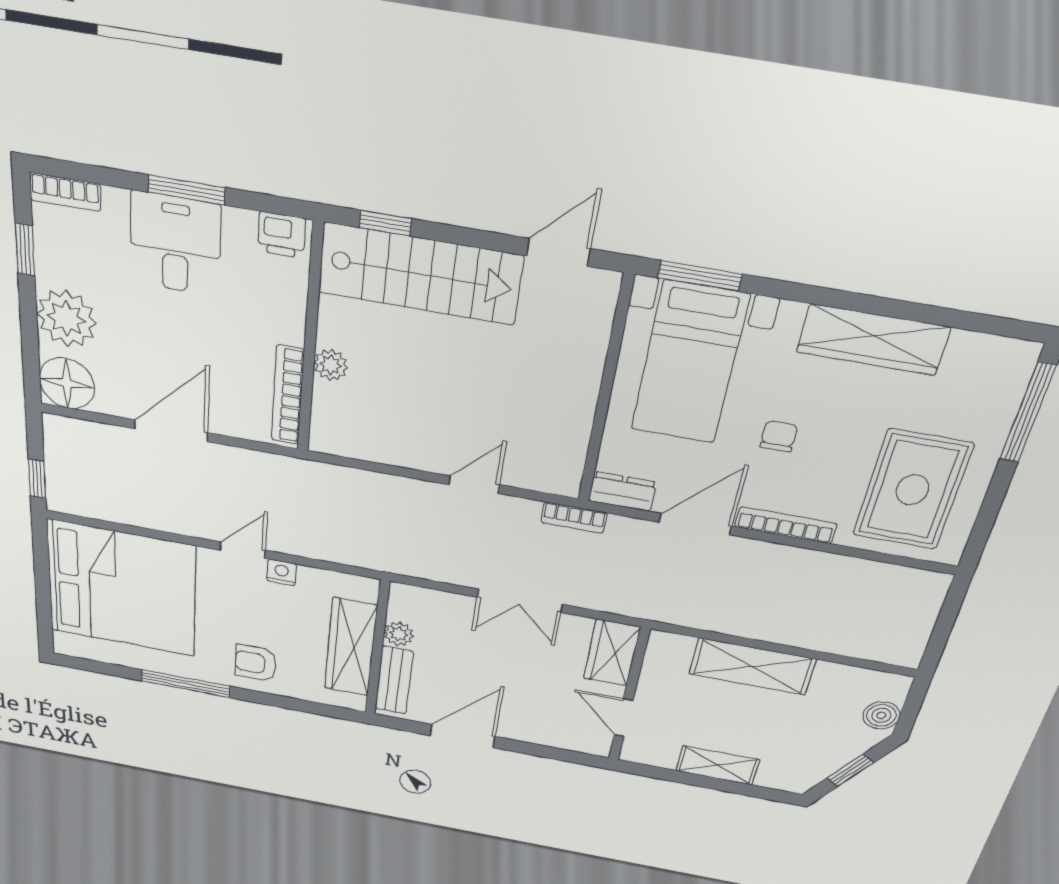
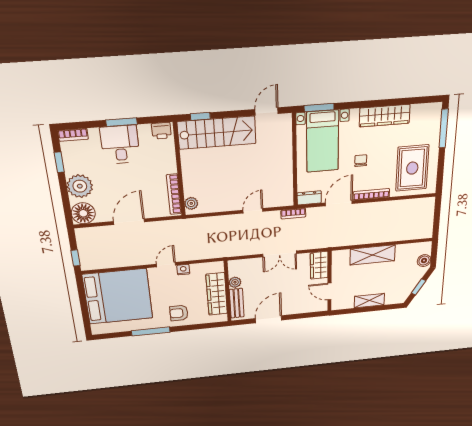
plant: (331, 365) -> (191, 203), moved

